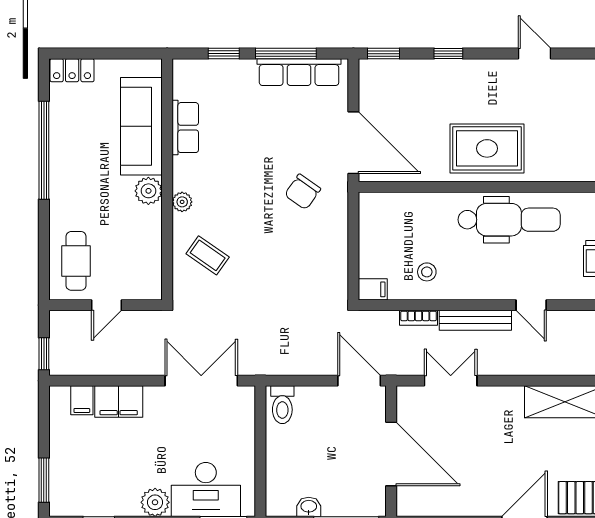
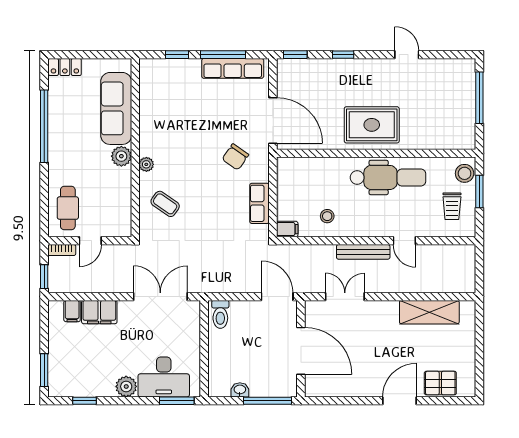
row of seats: (185, 128) -> (260, 203), moved, turned 180
bookcase: (419, 318) -> (62, 250), moved

